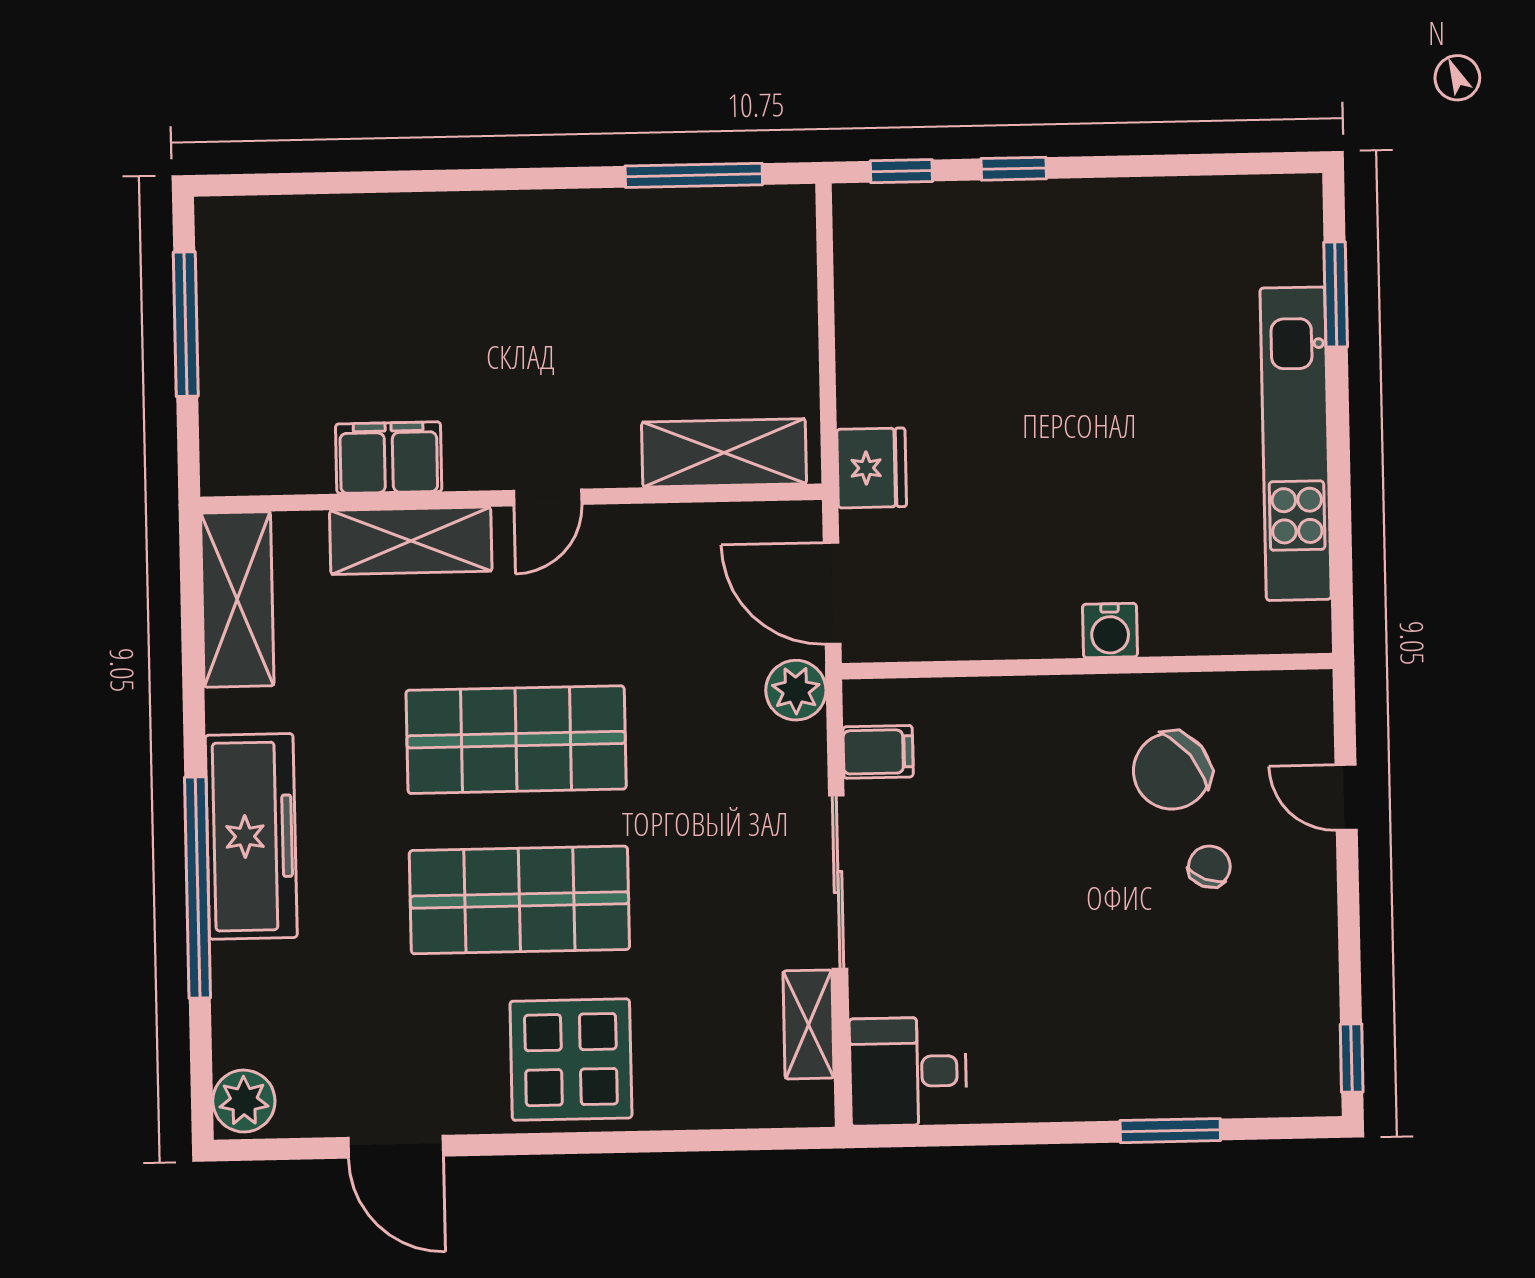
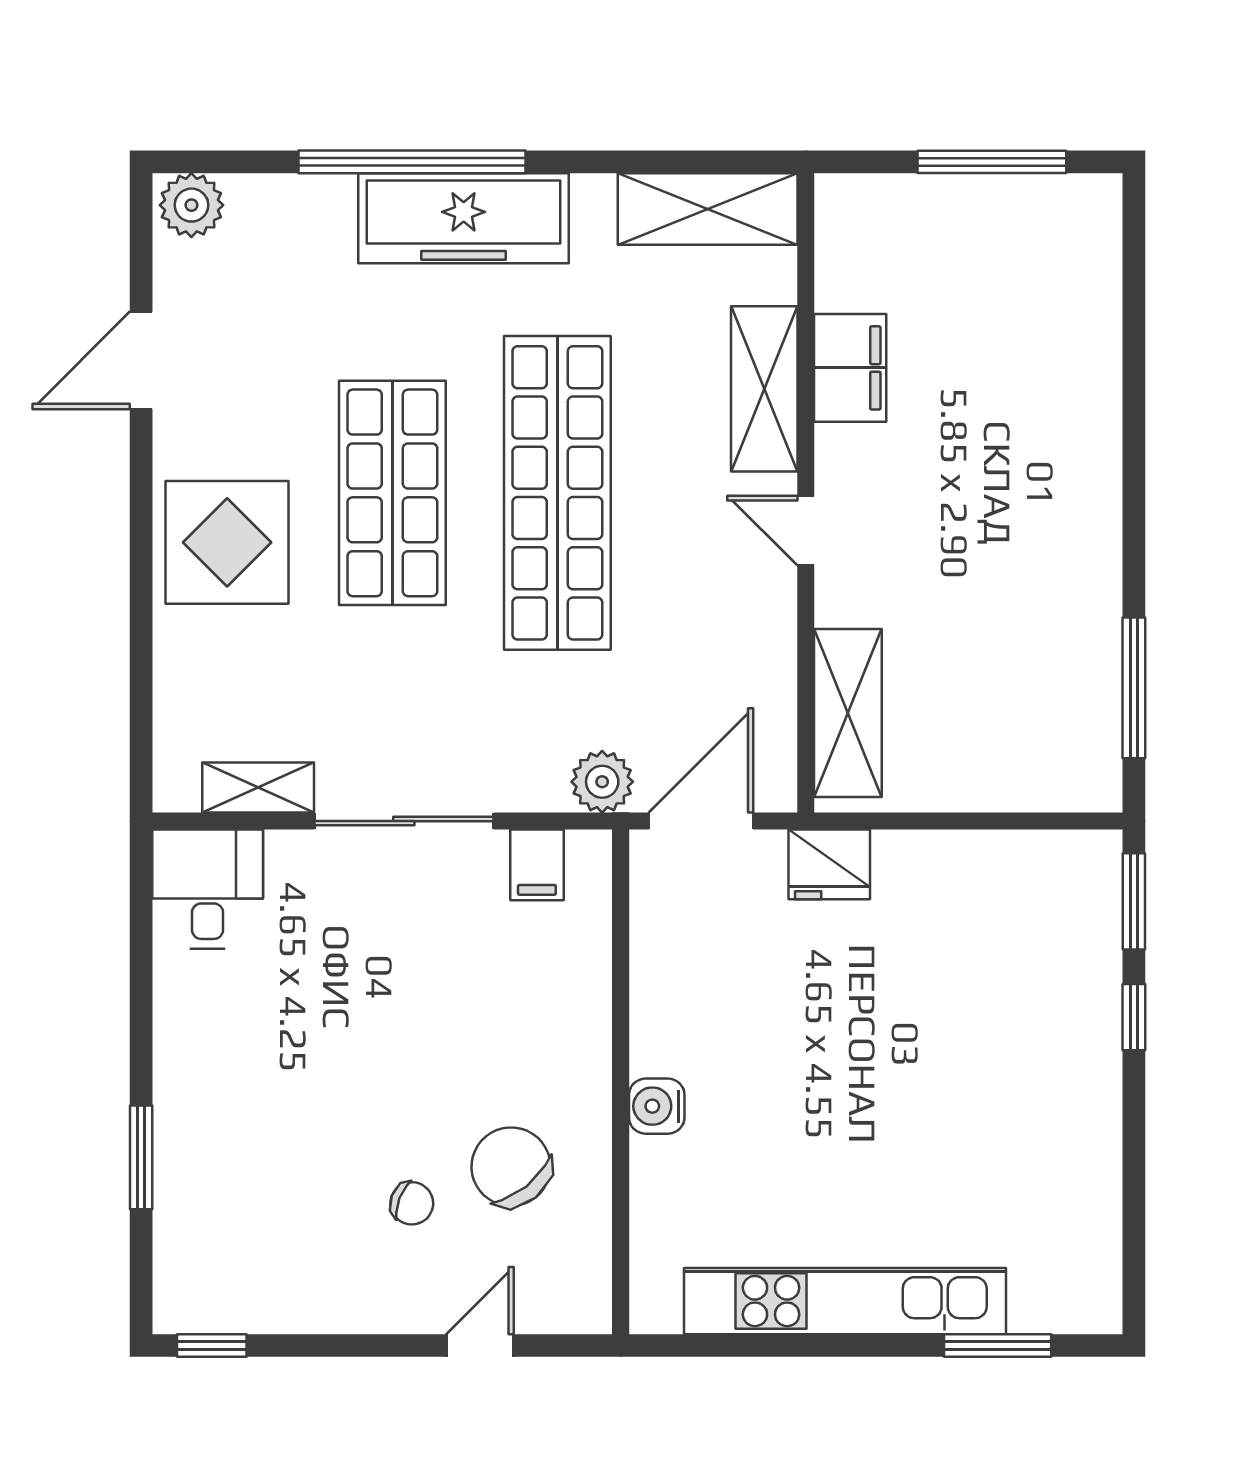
window: (901, 171) -> (1134, 901), width x1.50
shop shelf: (516, 740) -> (557, 493), width x1.40

